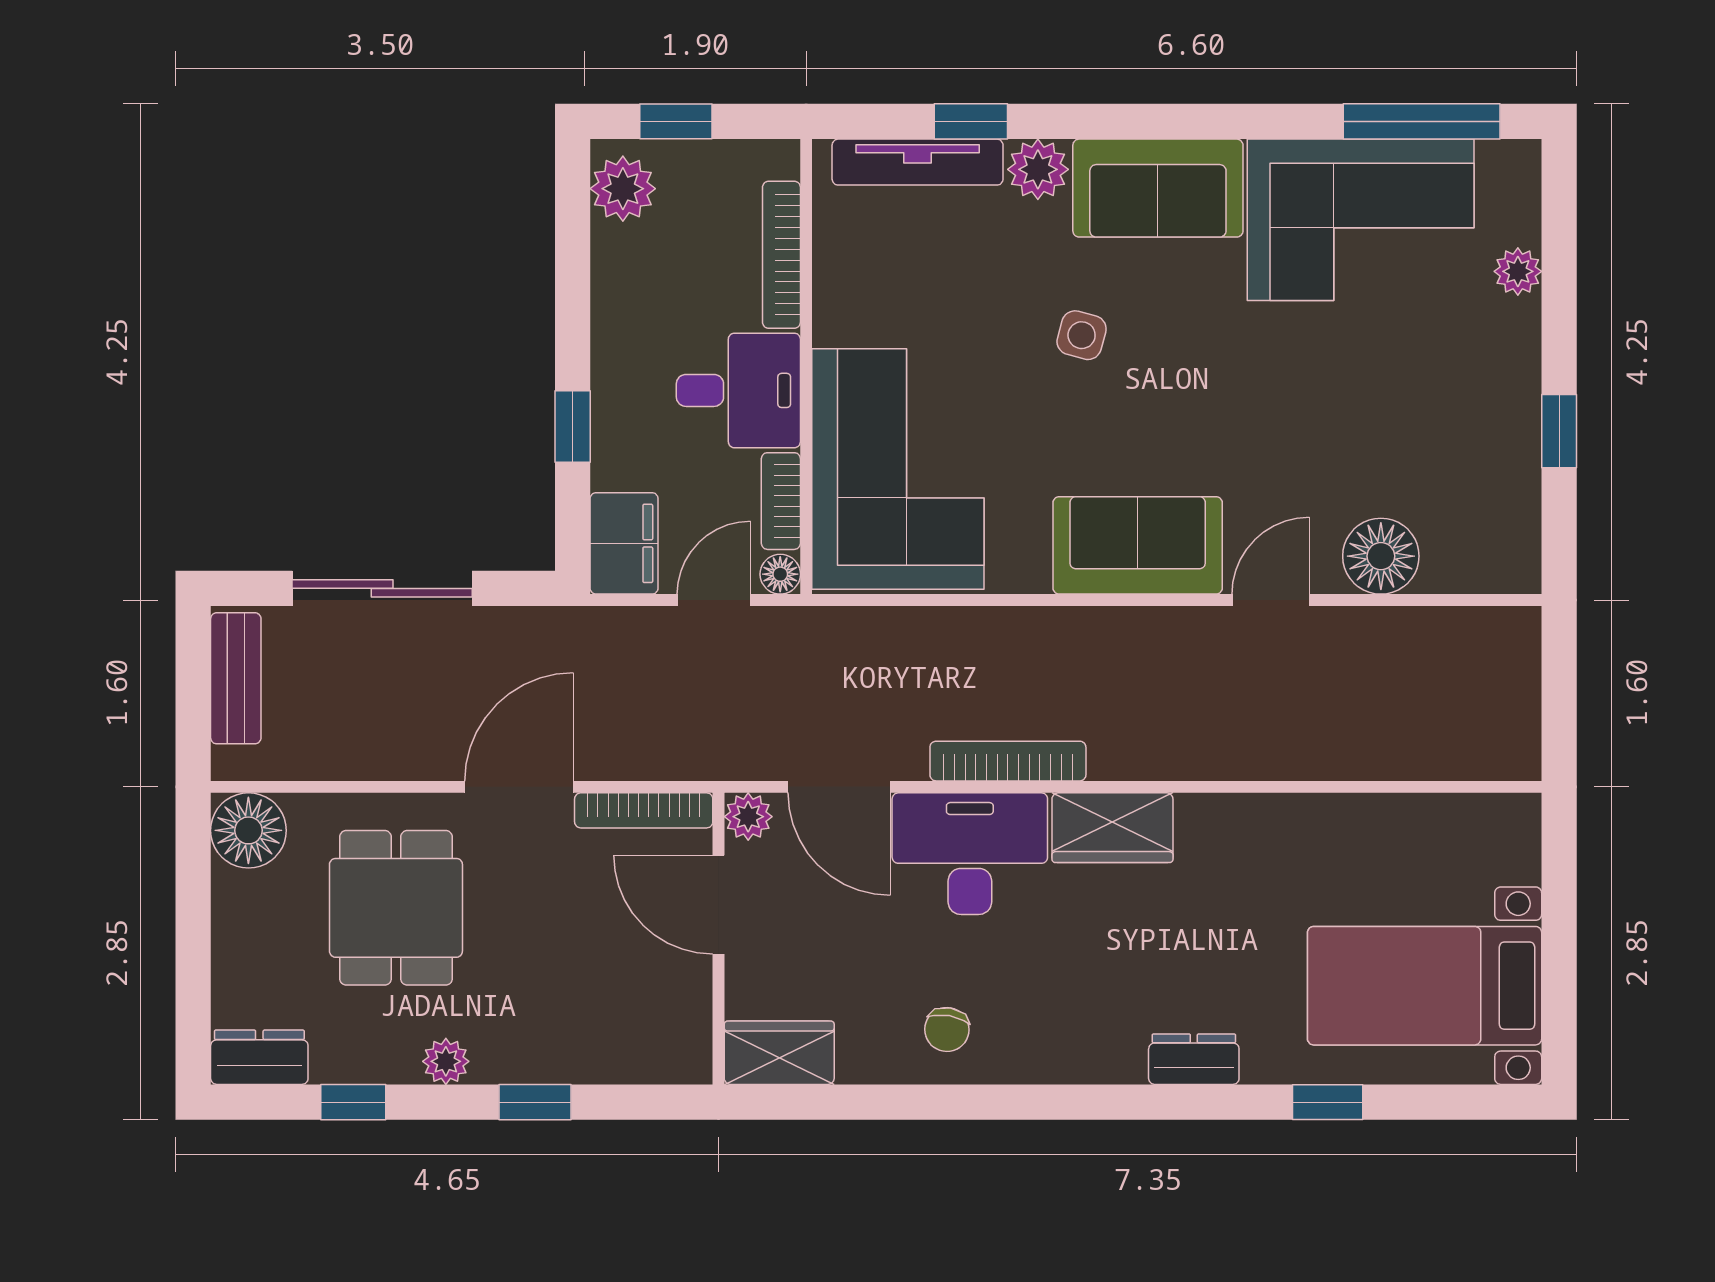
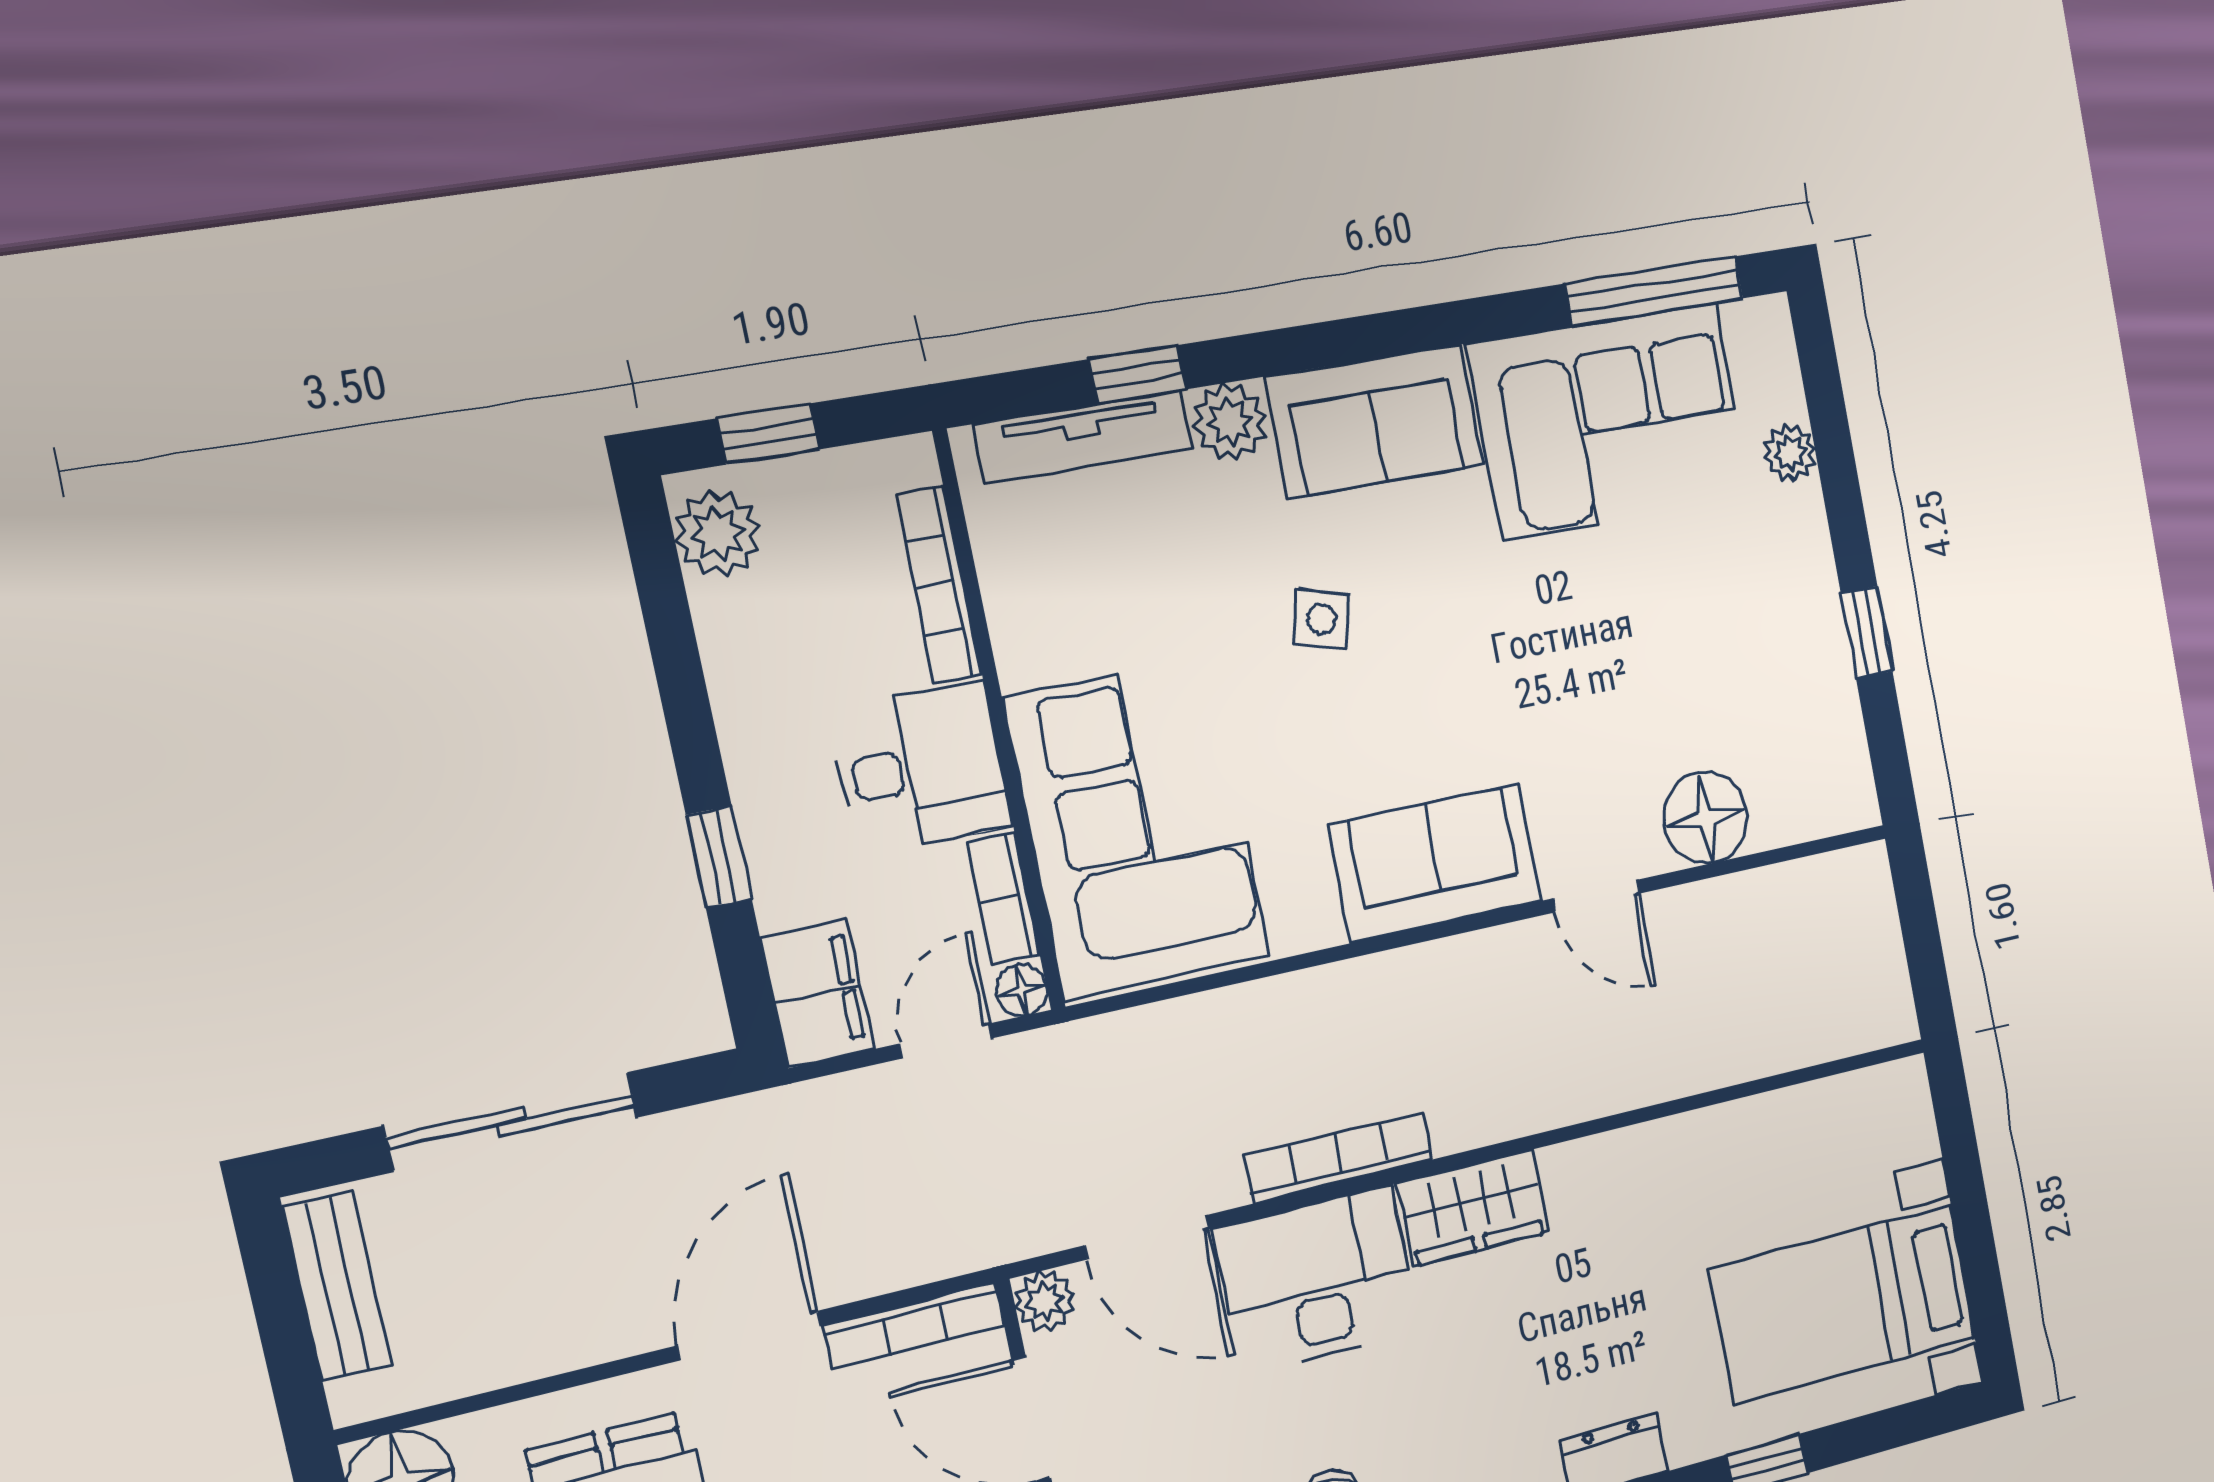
door: (1271, 600) -> (1596, 896), swing flipped

